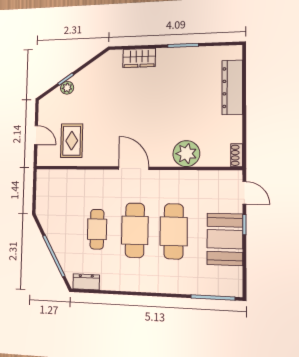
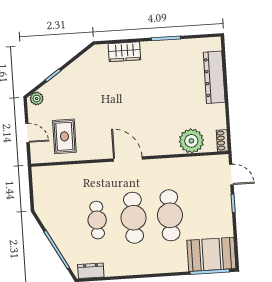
plant: (67, 88) -> (37, 98), moved
plant: (186, 154) -> (191, 141), moved
booth: (225, 239) -> (211, 254), moved, turned 90

